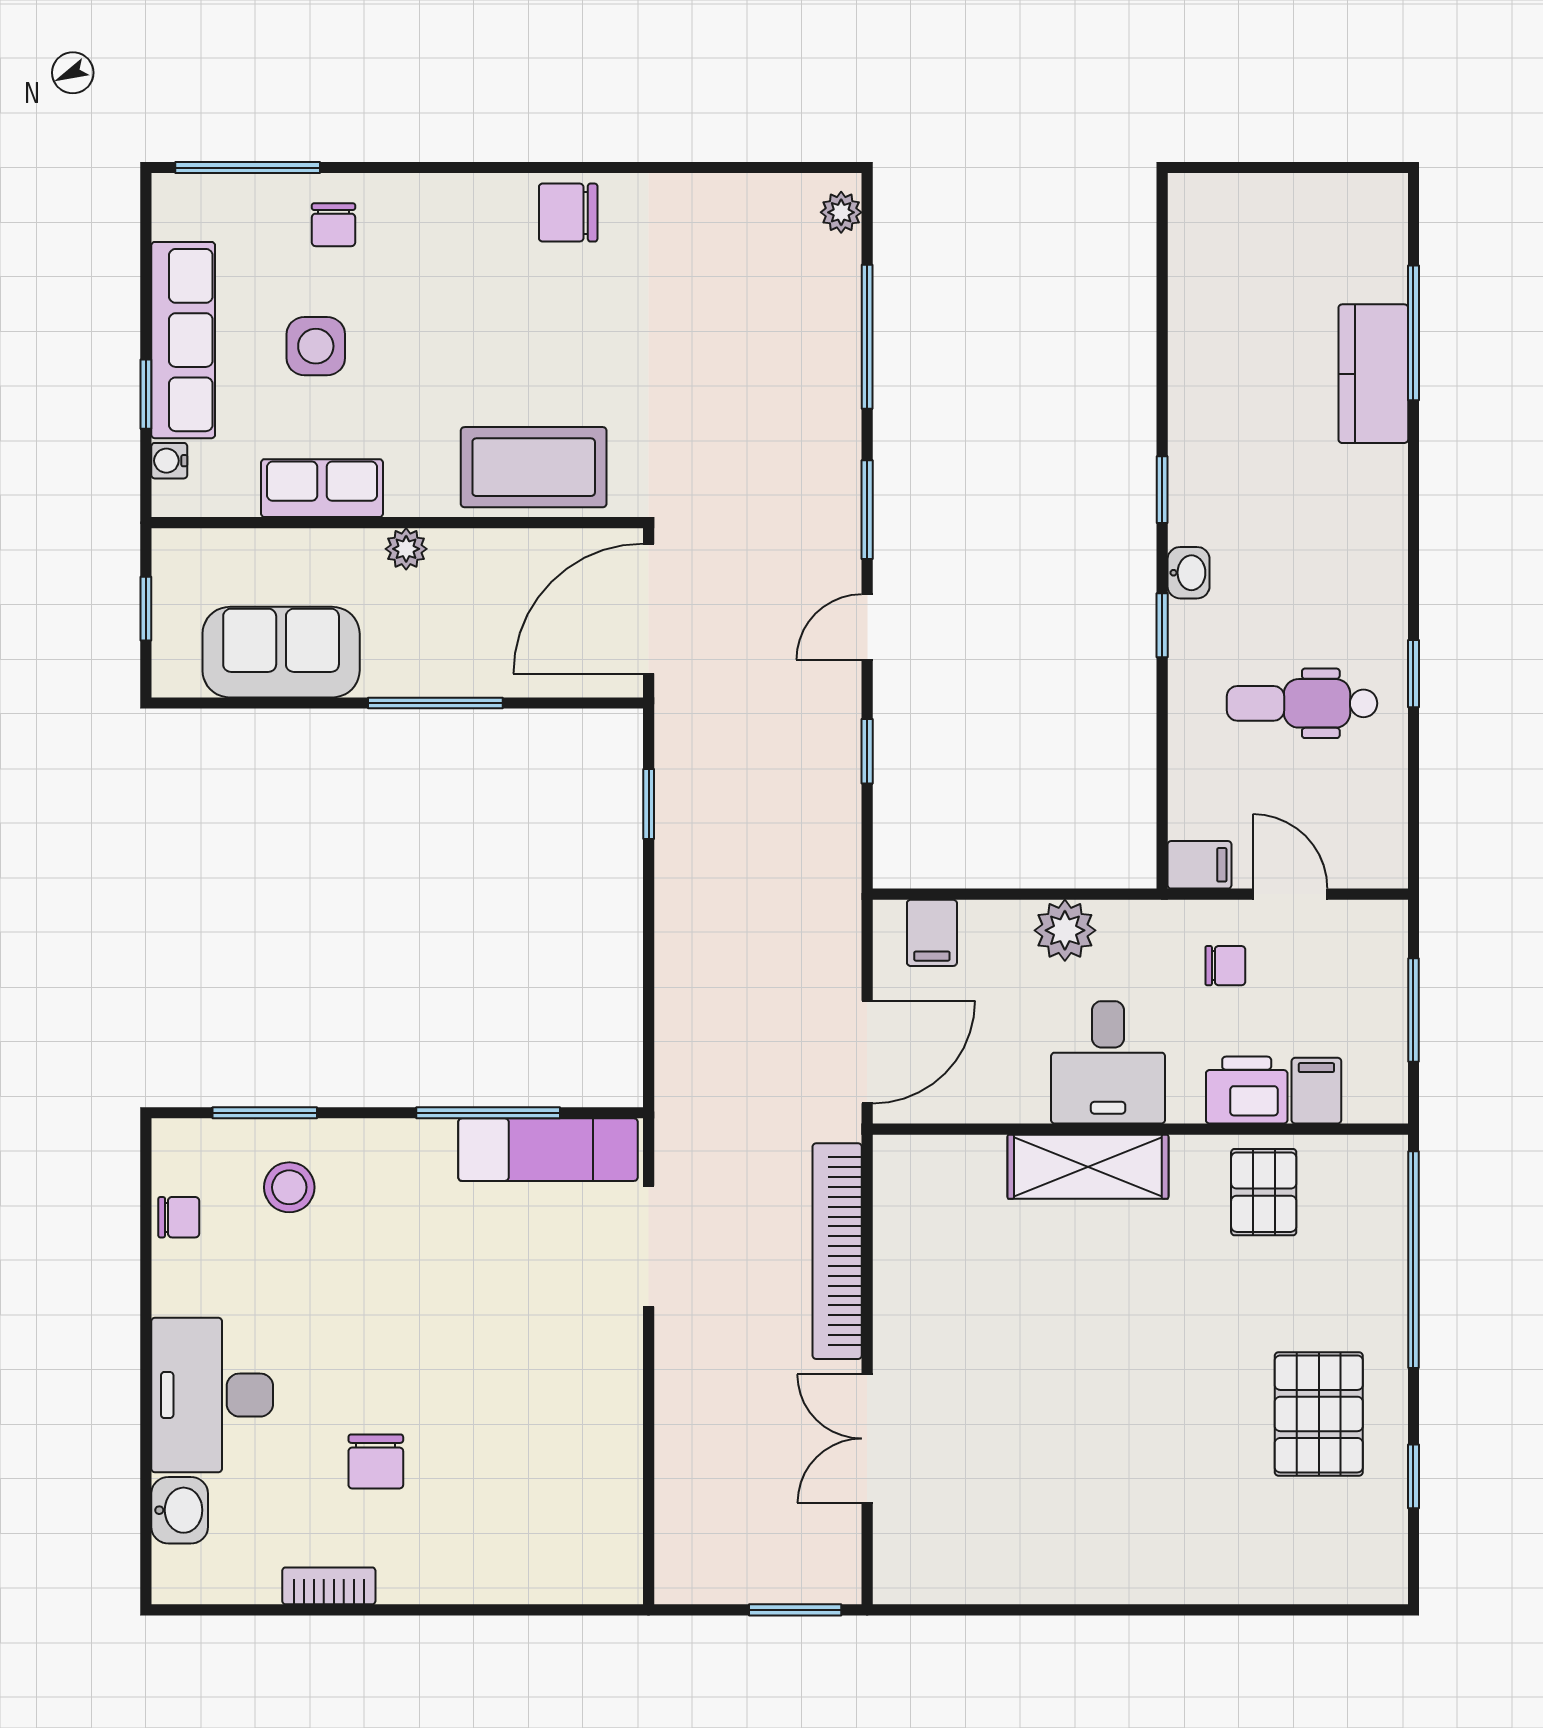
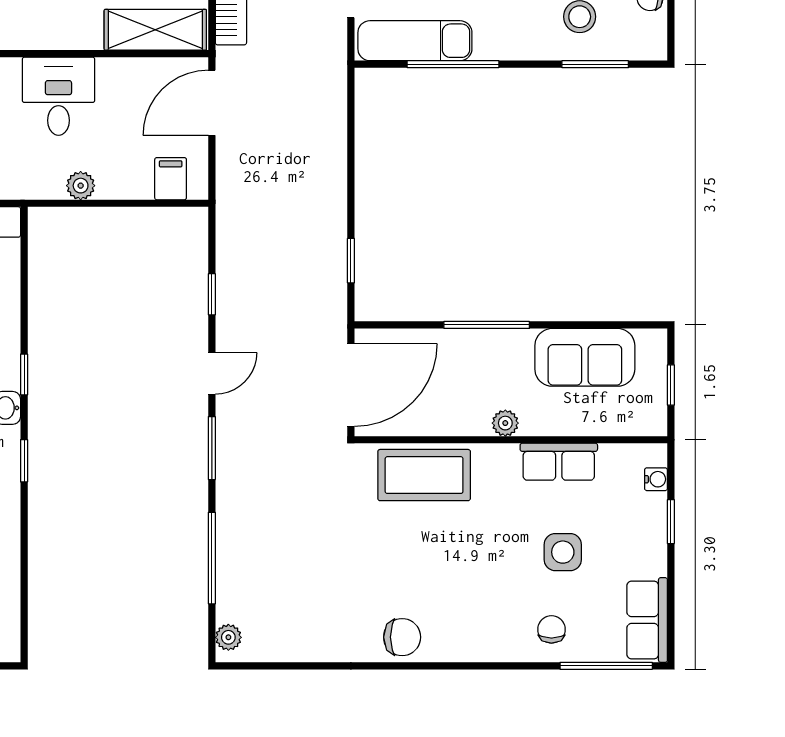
row of seats: (183, 340) -> (647, 620), moved, width x0.68
plant: (1065, 930) -> (81, 186), width x0.73, depth x0.73
shelving: (1088, 1167) -> (155, 30), moved

